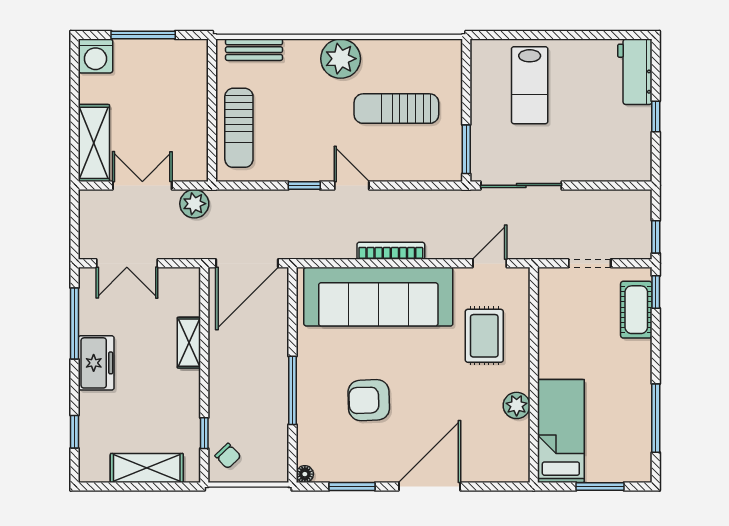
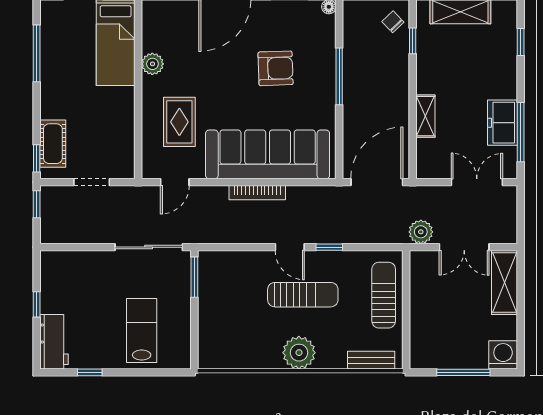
window: (592, 35) -> (90, 372), added
sun lounger: (396, 109) -> (303, 295), moved
freezer: (96, 363) -> (503, 123), moved

